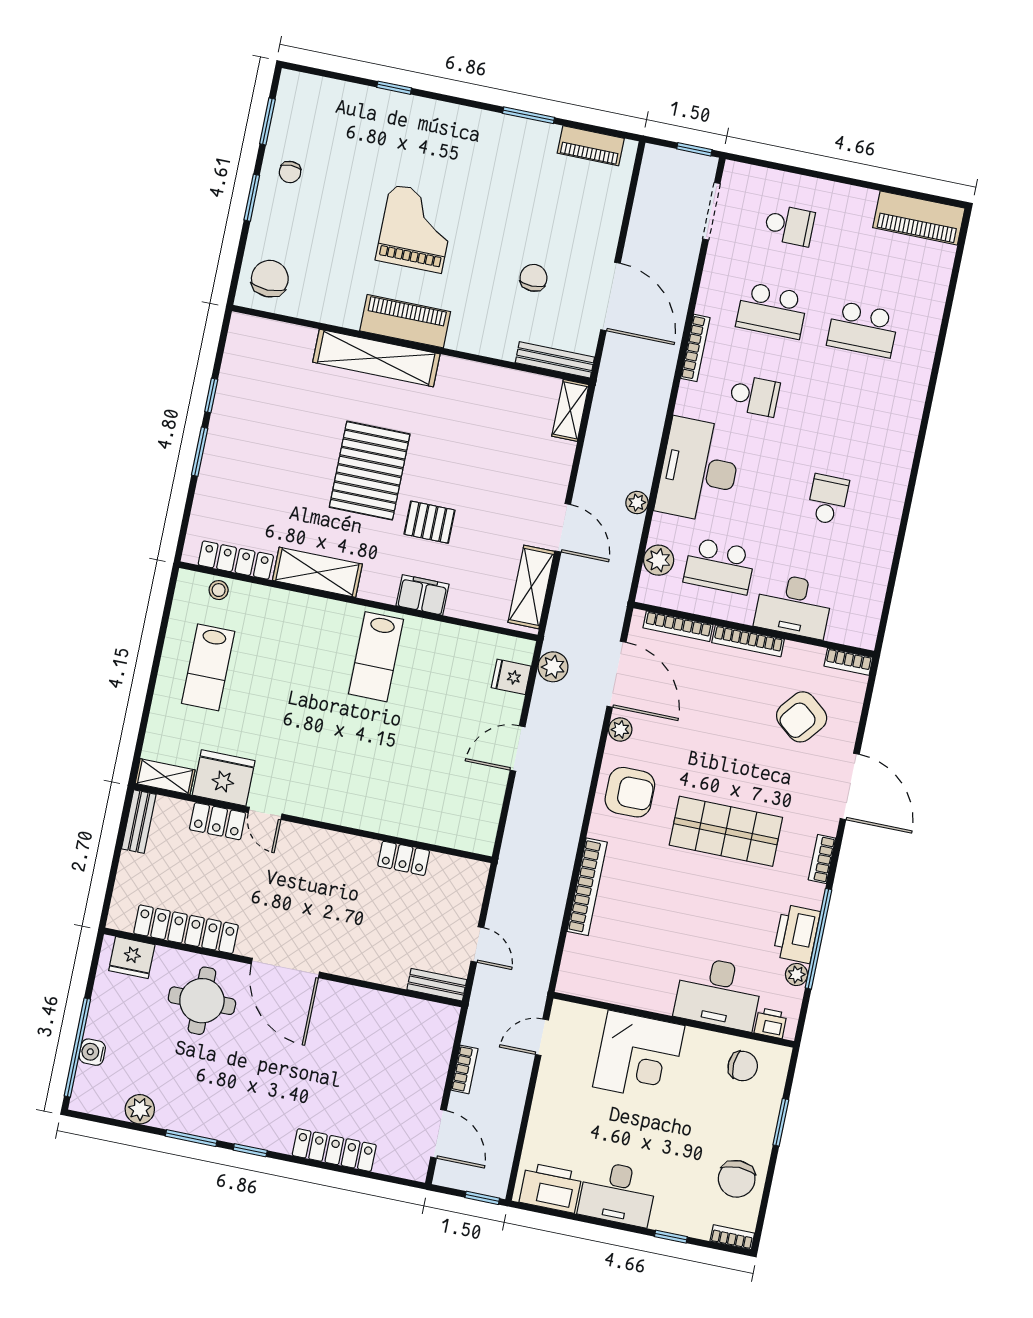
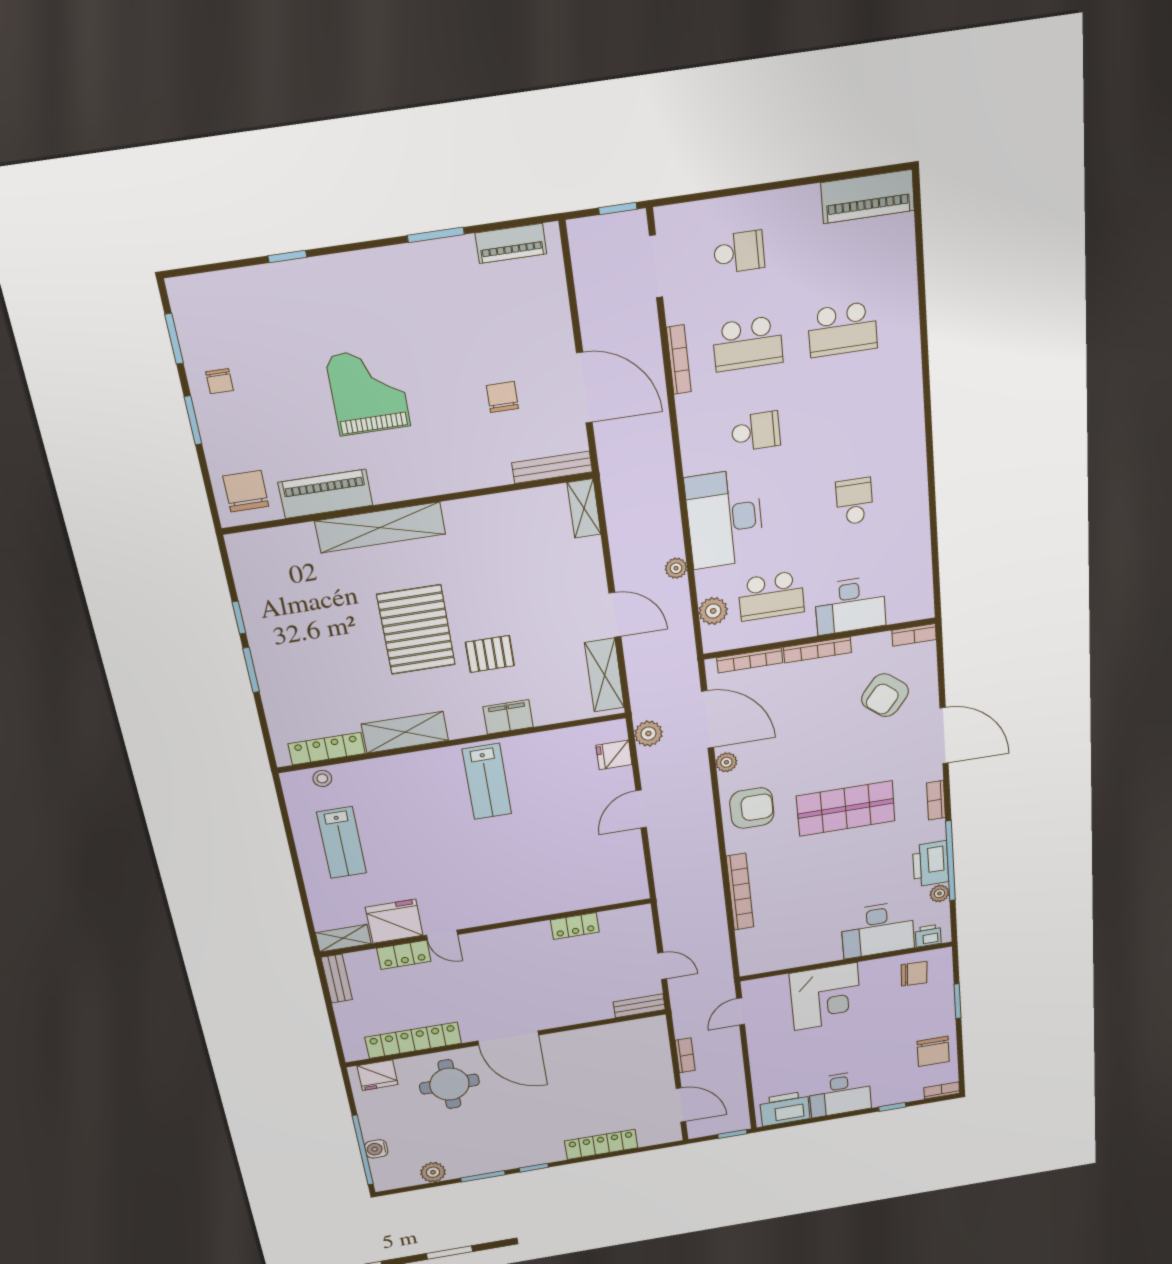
piano: (405, 321) -> (325, 494), moved
bookcase: (695, 348) -> (679, 360), moved

